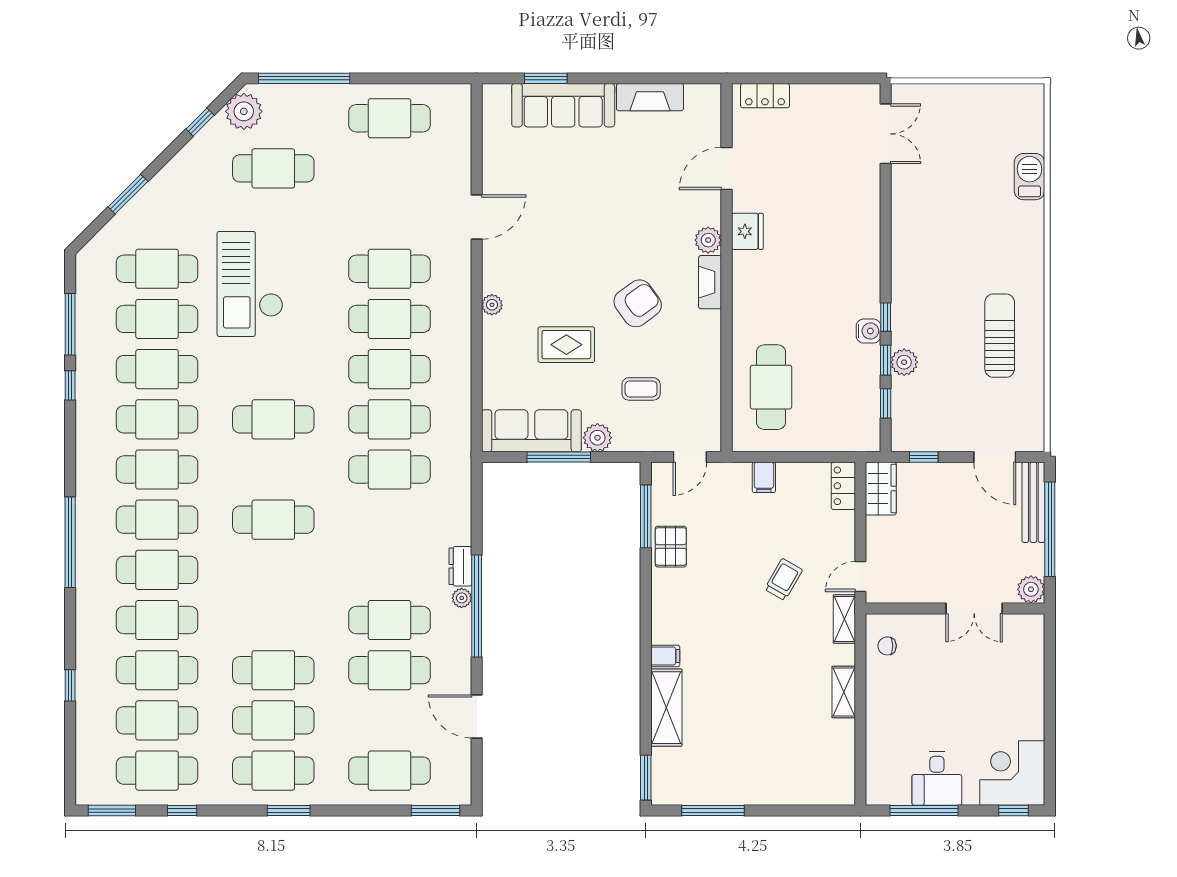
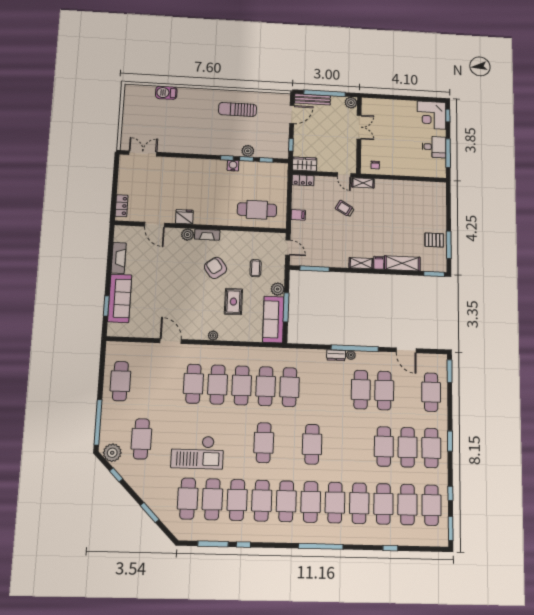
pallet: (671, 547) -> (434, 240), moved
shelving: (844, 692) -> (361, 263), moved
door: (477, 717) -> (406, 350), hinge flipped

